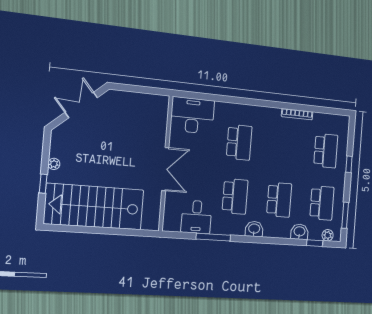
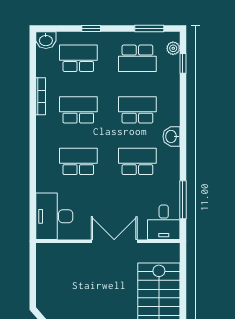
school desk: (283, 147) -> (78, 110), added
school desk: (322, 203) -> (137, 58), turned 180
desk: (196, 217) -> (164, 222), moved, turned 90
washbasin: (299, 232) -> (46, 40), moved, turned -90
window: (213, 237) -> (183, 200), moved

